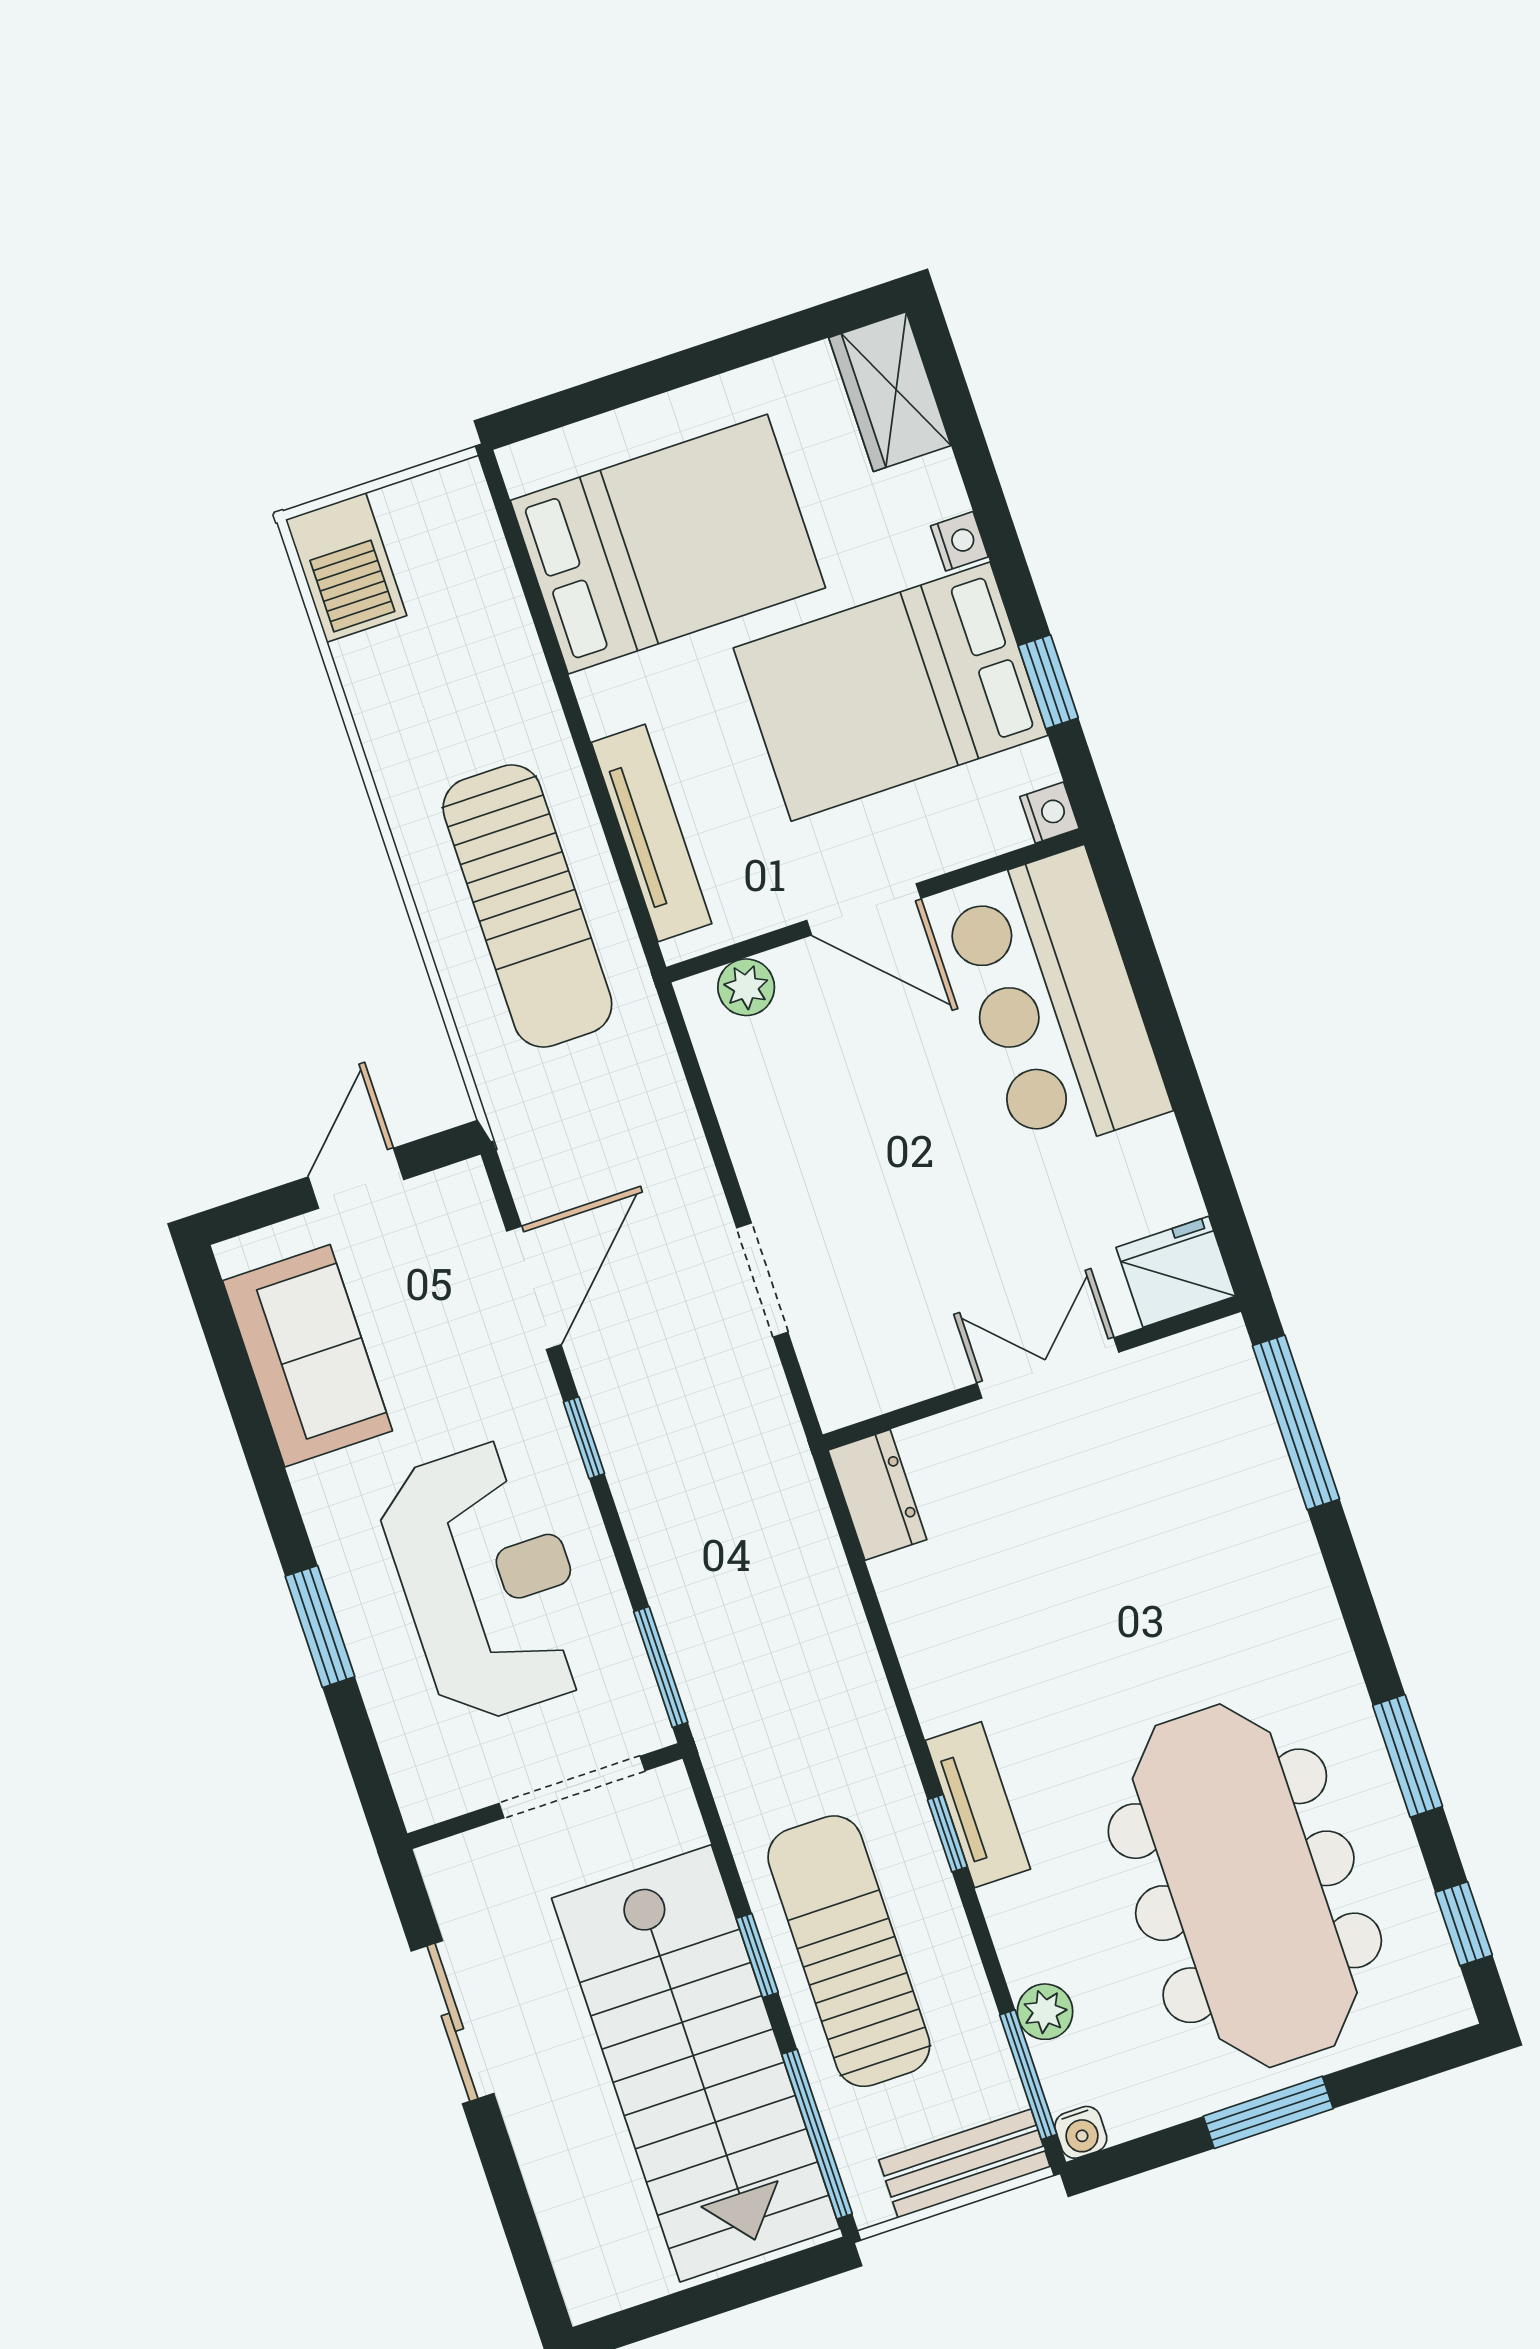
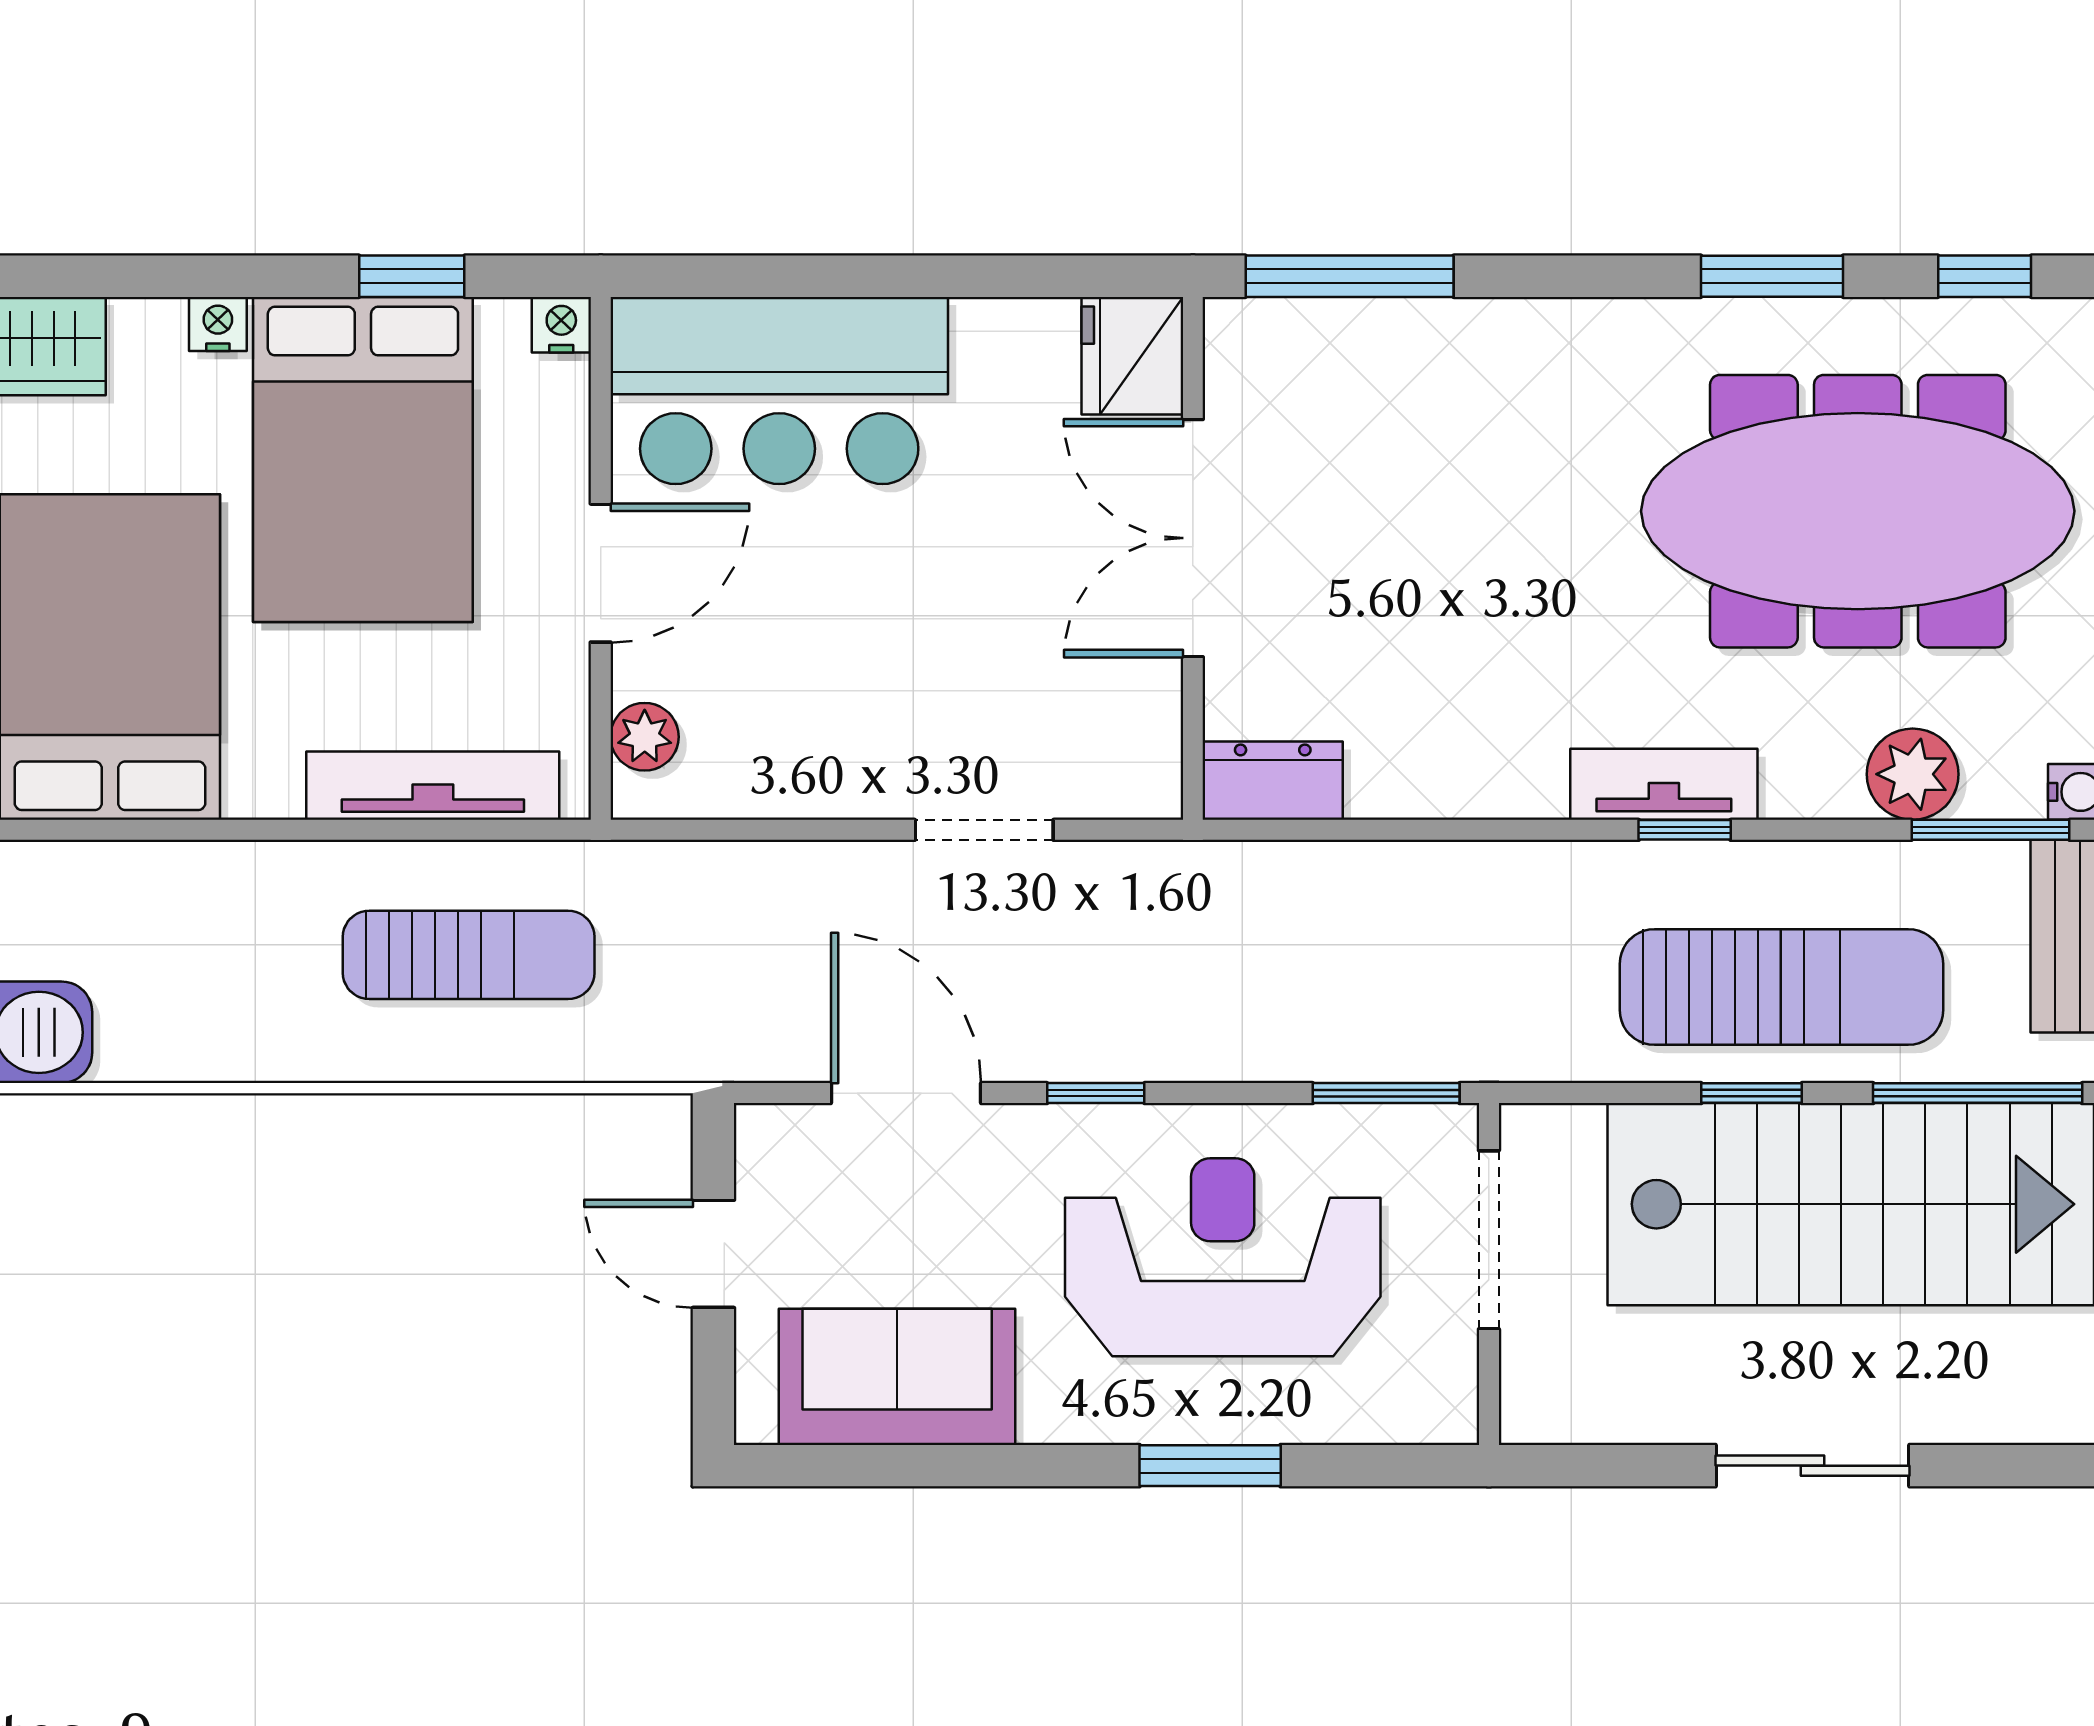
sun lounger: (527, 906) -> (469, 955), width x0.73, depth x0.75
double door: (1048, 1368) -> (1193, 538), width x1.37
sun lounger: (849, 1951) -> (1781, 987), turned 180
plant: (1045, 2012) -> (1913, 774), width x1.38, depth x1.38
sliding door: (452, 2022) -> (1813, 1466), moved

